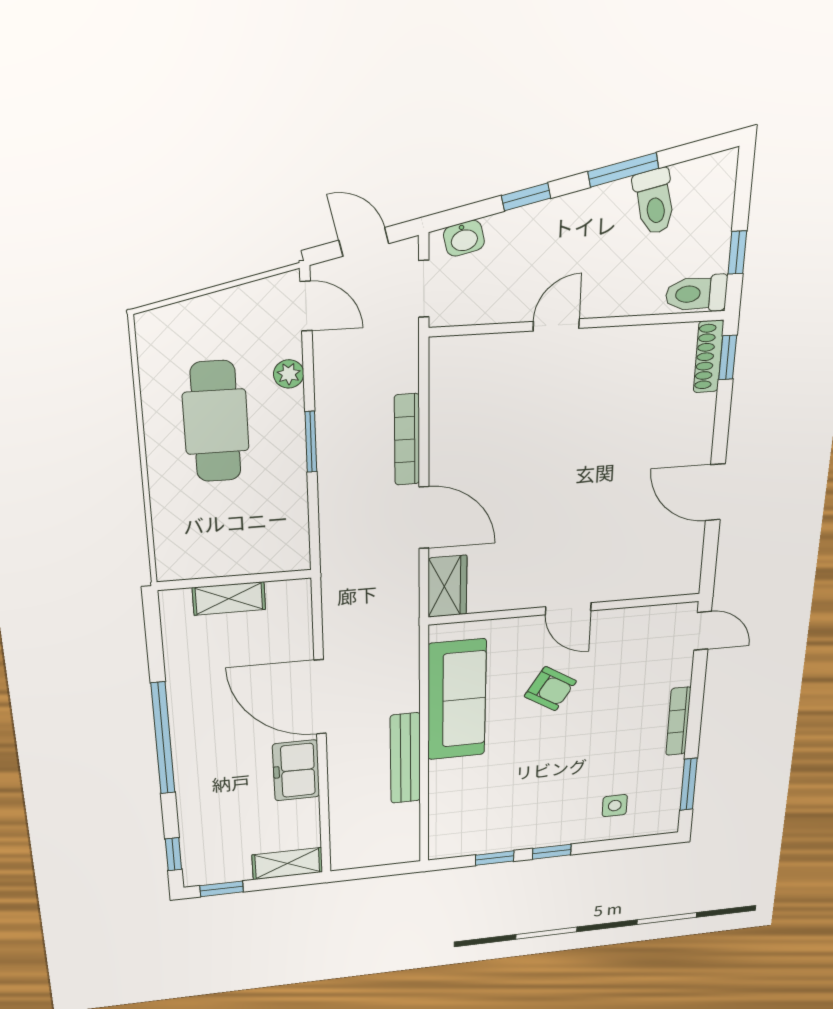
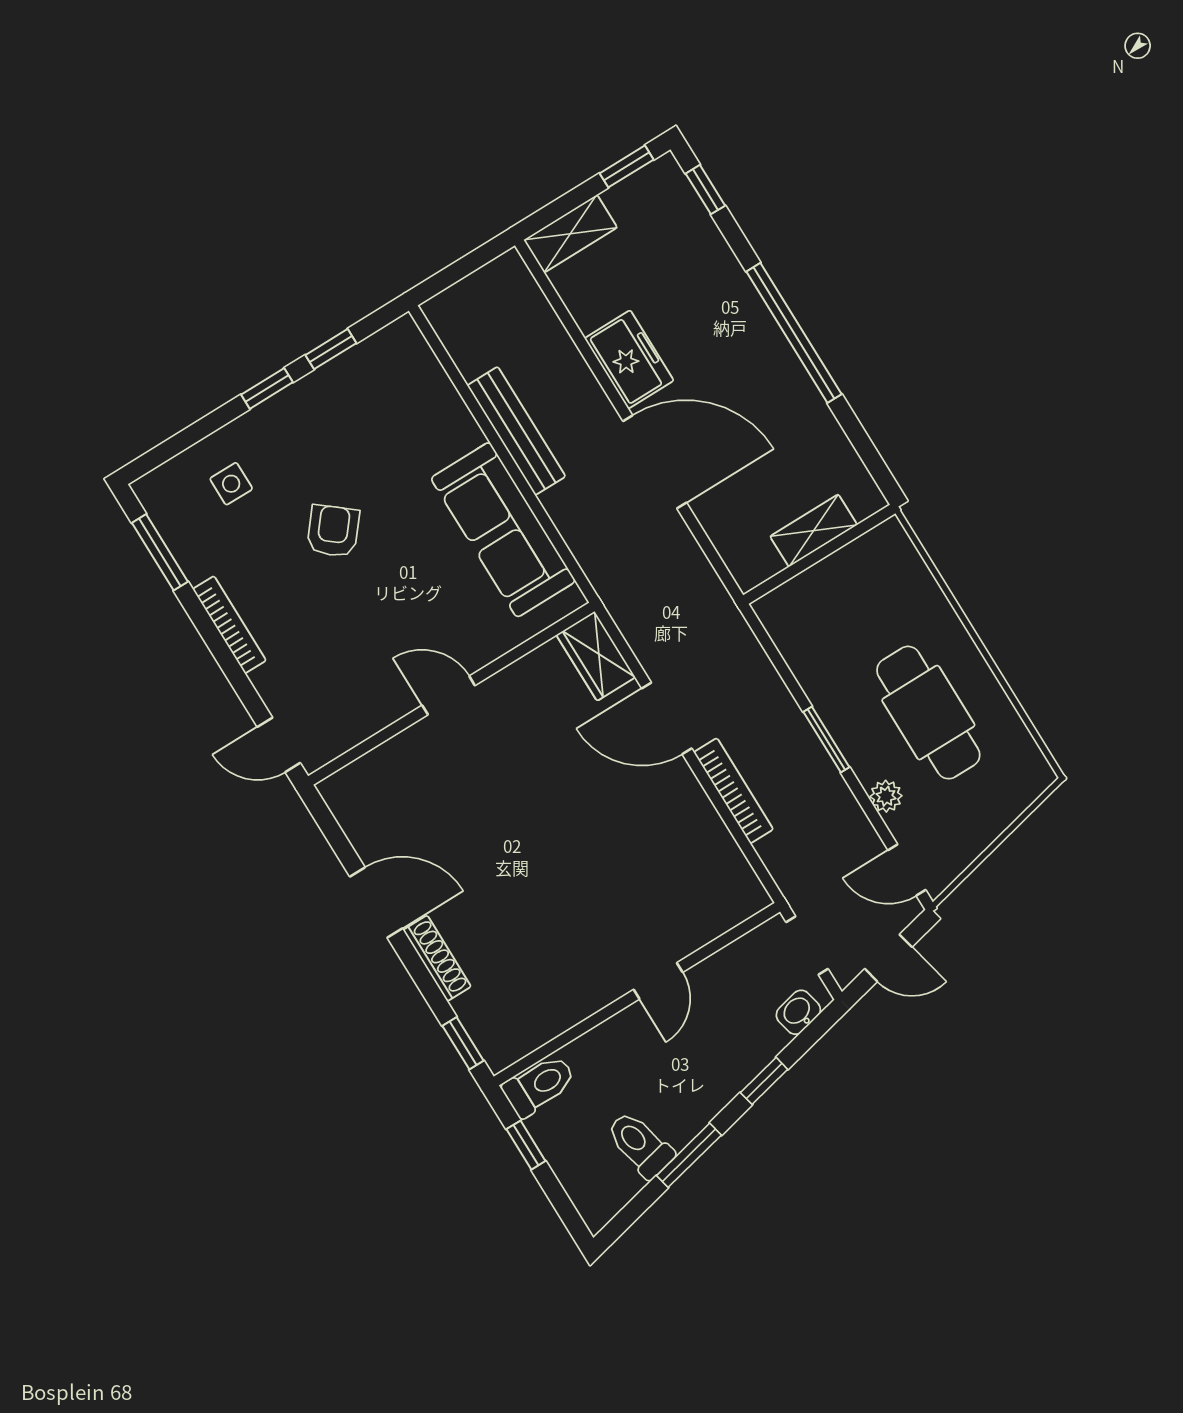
shoe rack: (708, 357) -> (437, 958), moved
armchair: (550, 689) -> (333, 531), moved, turned 97

